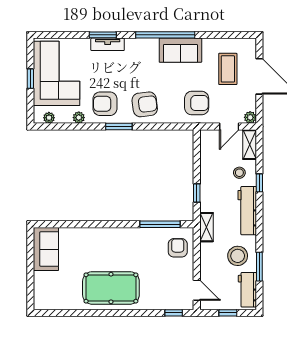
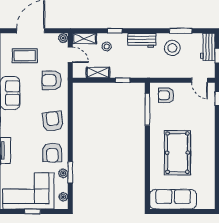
armchair: (197, 103) -> (52, 80), turned -90
window: (119, 127) -> (70, 172), moved
workbench: (247, 211) -> (142, 40), width x0.73
shelving: (206, 227) -> (98, 73), moved
sofa: (46, 249) -> (173, 199), width x1.36
pool table: (111, 288) -> (177, 153), moved
door: (197, 290) -> (200, 80), swing flipped
workbench: (247, 290) -> (208, 47), moved, turned 90

